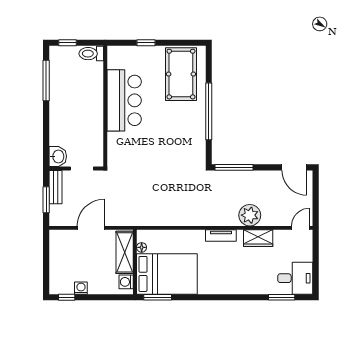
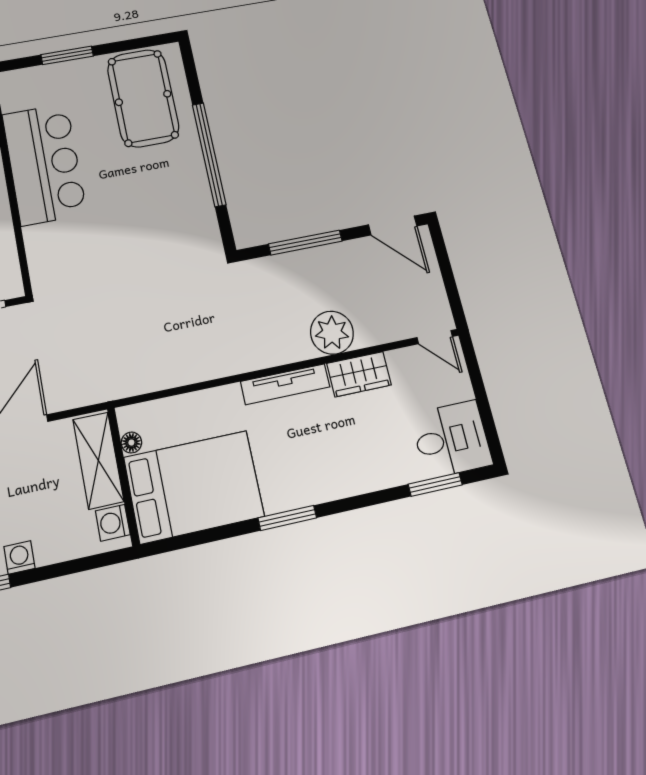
window: (146, 43) -> (67, 55), width x1.50
window: (234, 167) -> (305, 243), moved
door: (301, 228) -> (435, 337), swing flipped
tv unit: (221, 235) -> (285, 384), width x1.41
window: (158, 297) -> (287, 518), moved

